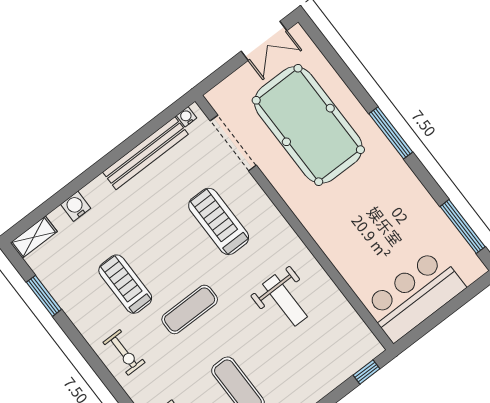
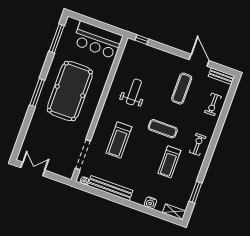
pool table: (308, 125) -> (70, 91), moved

